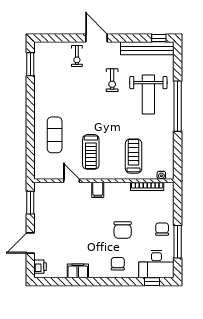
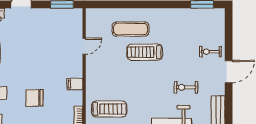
treadmill: (91, 152) -> (145, 52), moved
filing cabinet: (98, 190) -> (75, 84), moved

